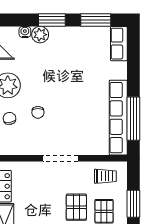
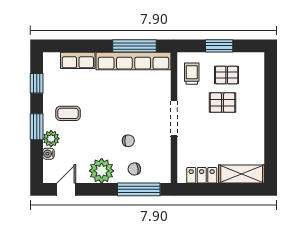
window: (96, 20) -> (37, 83), width x0.67
row of seats: (119, 44) -> (78, 60), moved
coffee table: (65, 52) -> (68, 113), added

